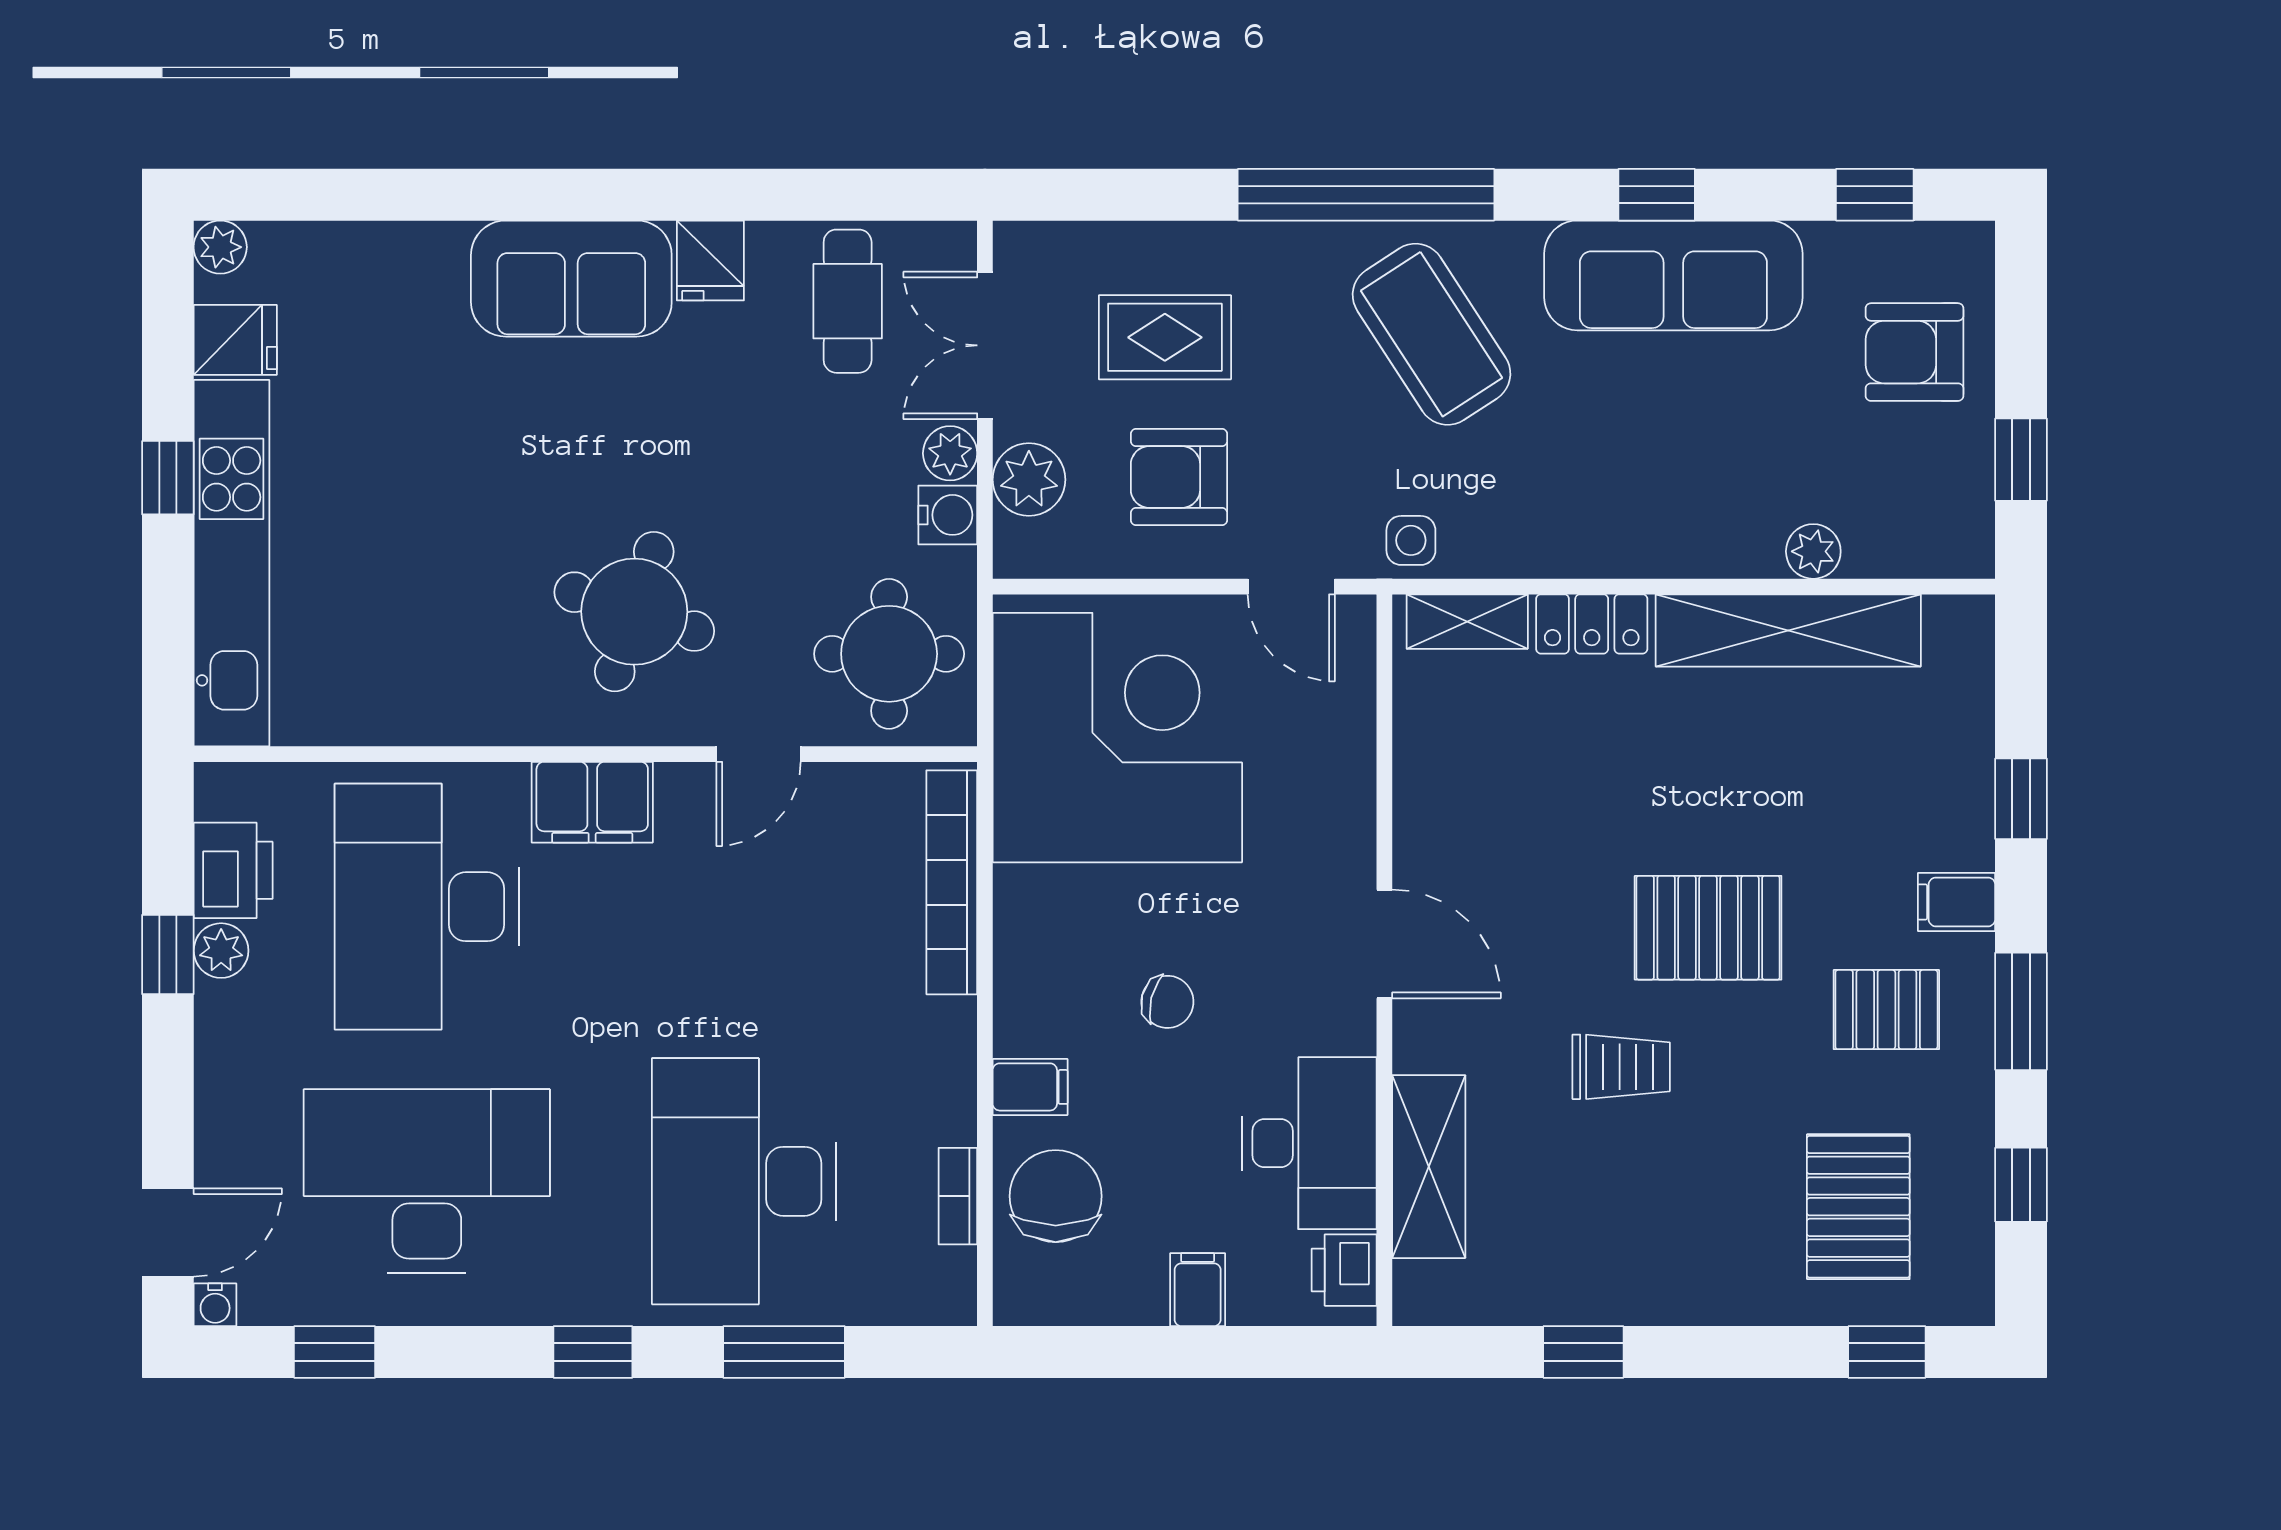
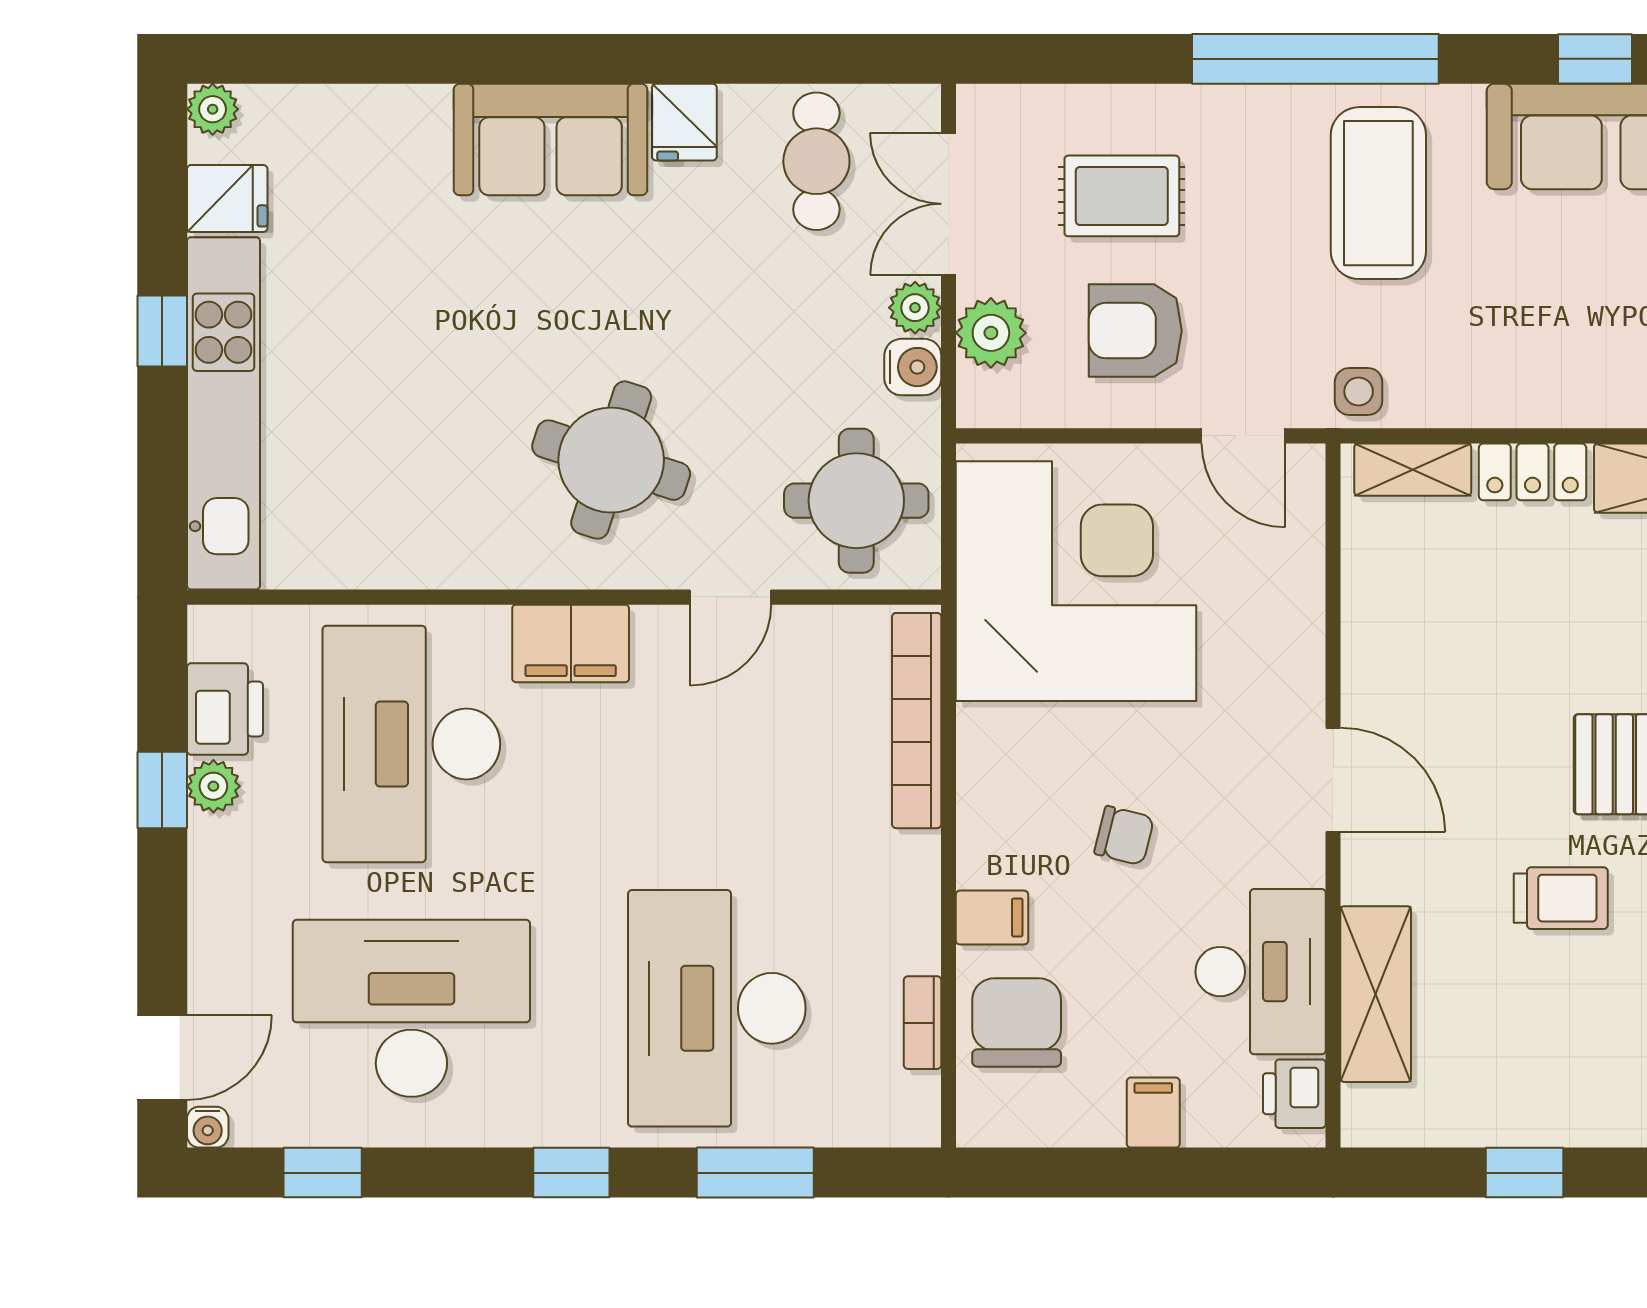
coffee table: (1432, 334) -> (1378, 193), turned 33

